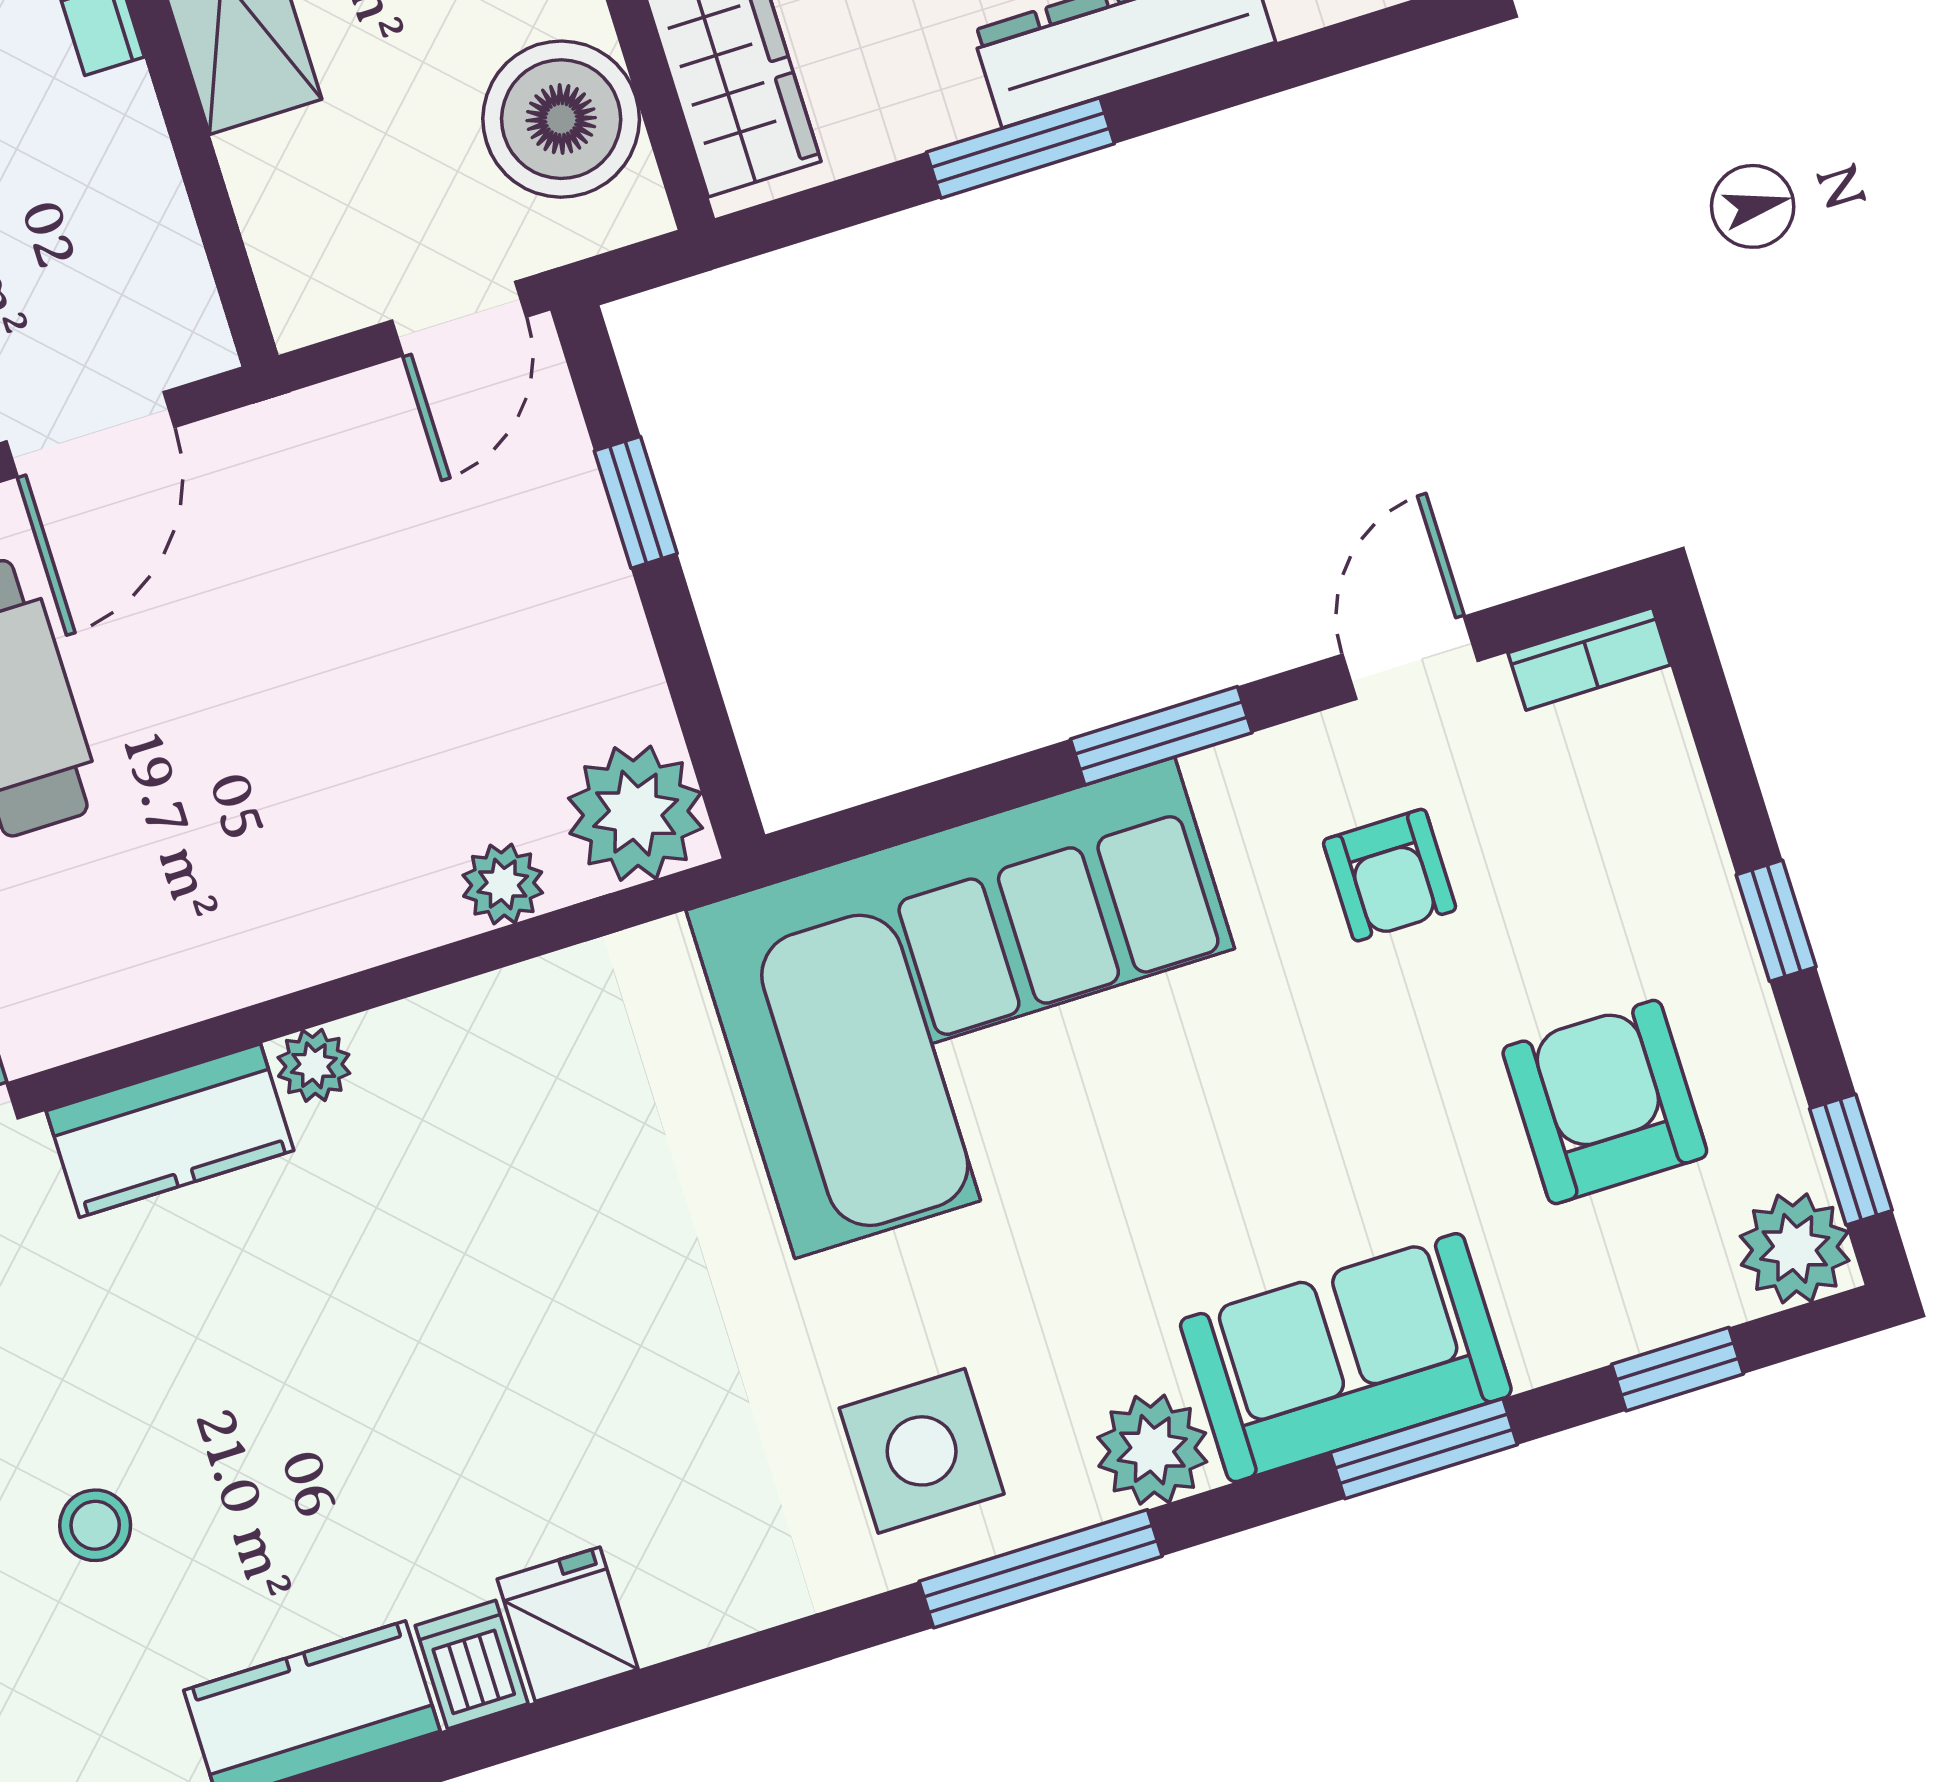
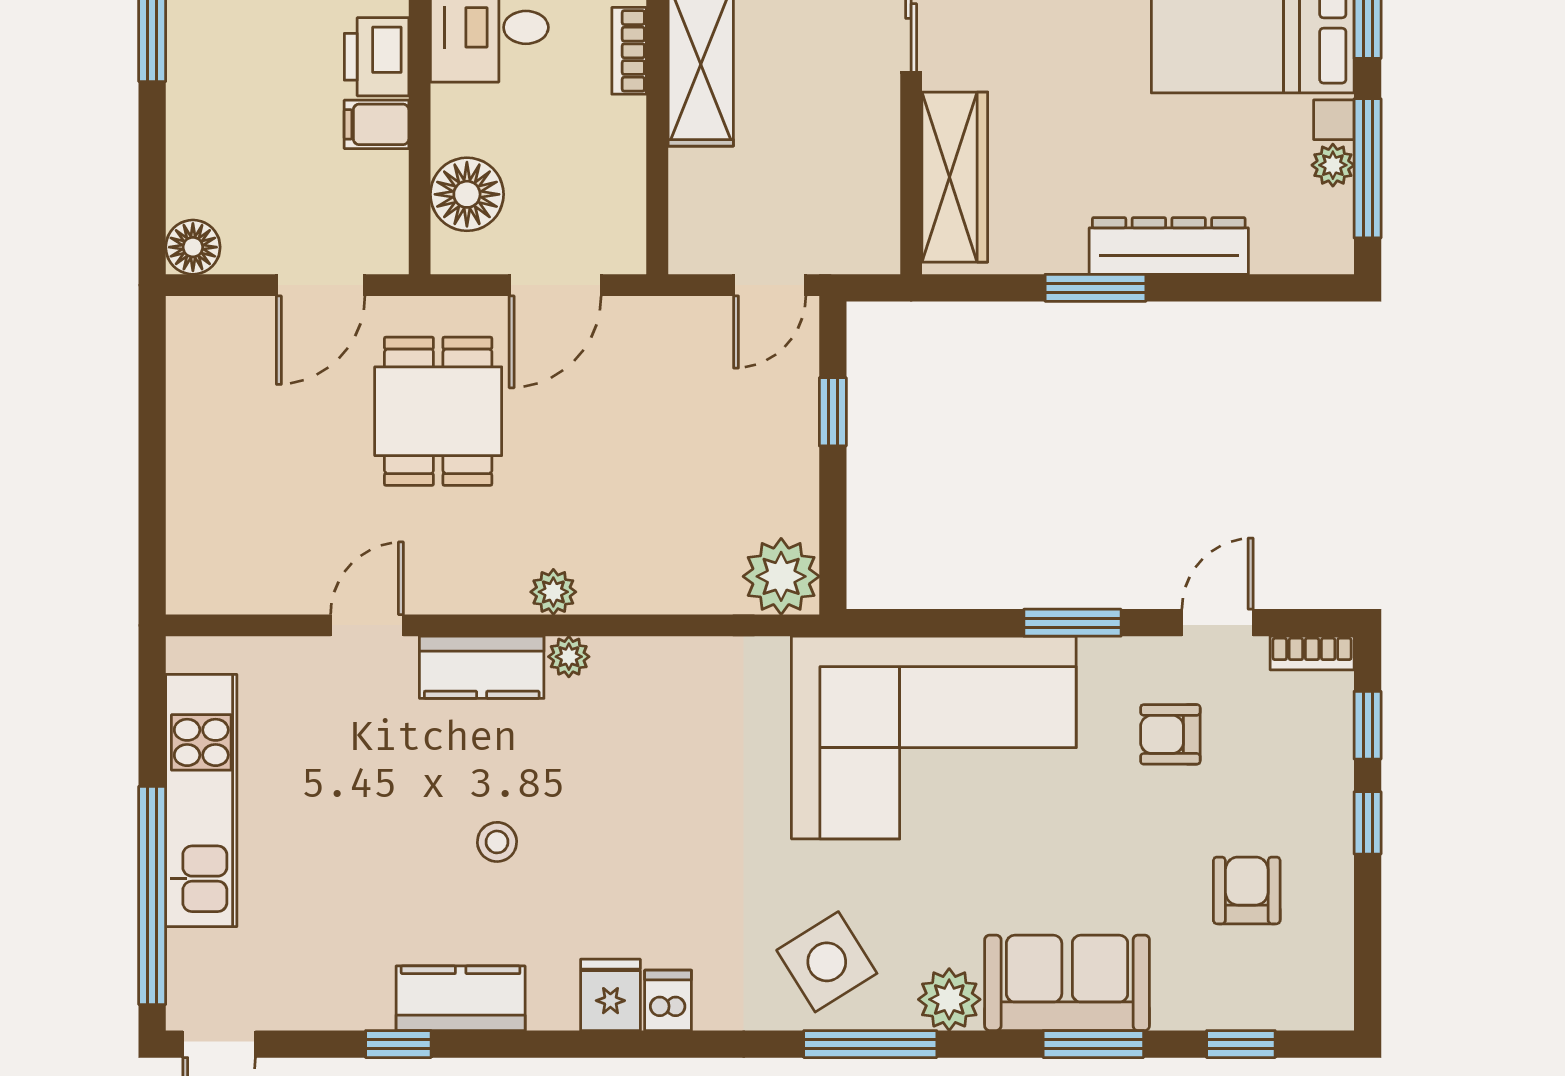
boiler: (561, 119) -> (857, 196), removed
armchair: (1390, 875) -> (1170, 734), turned 90
plant: (503, 884) -> (553, 592), moved
armchair: (1605, 1102) -> (1247, 890), width x0.72, depth x0.72
window: (1851, 1160) -> (1368, 725), moved
plant: (1795, 1248) -> (1323, 999), removed
side table: (922, 1451) -> (827, 962), turned -32
stool: (95, 1525) -> (497, 842), moved
dishwasher: (472, 1665) -> (668, 1000), moved

